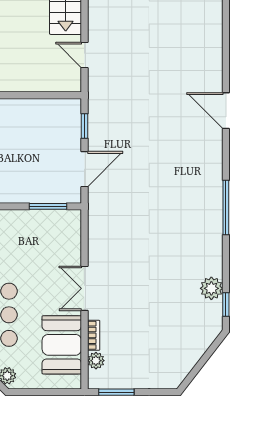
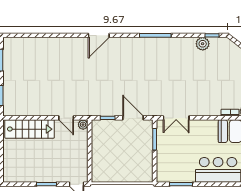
door: (84, 55) -> (66, 118), hinge flipped
plant: (73, 84) -> (83, 125), added
double door: (84, 288) -> (176, 118), moved

